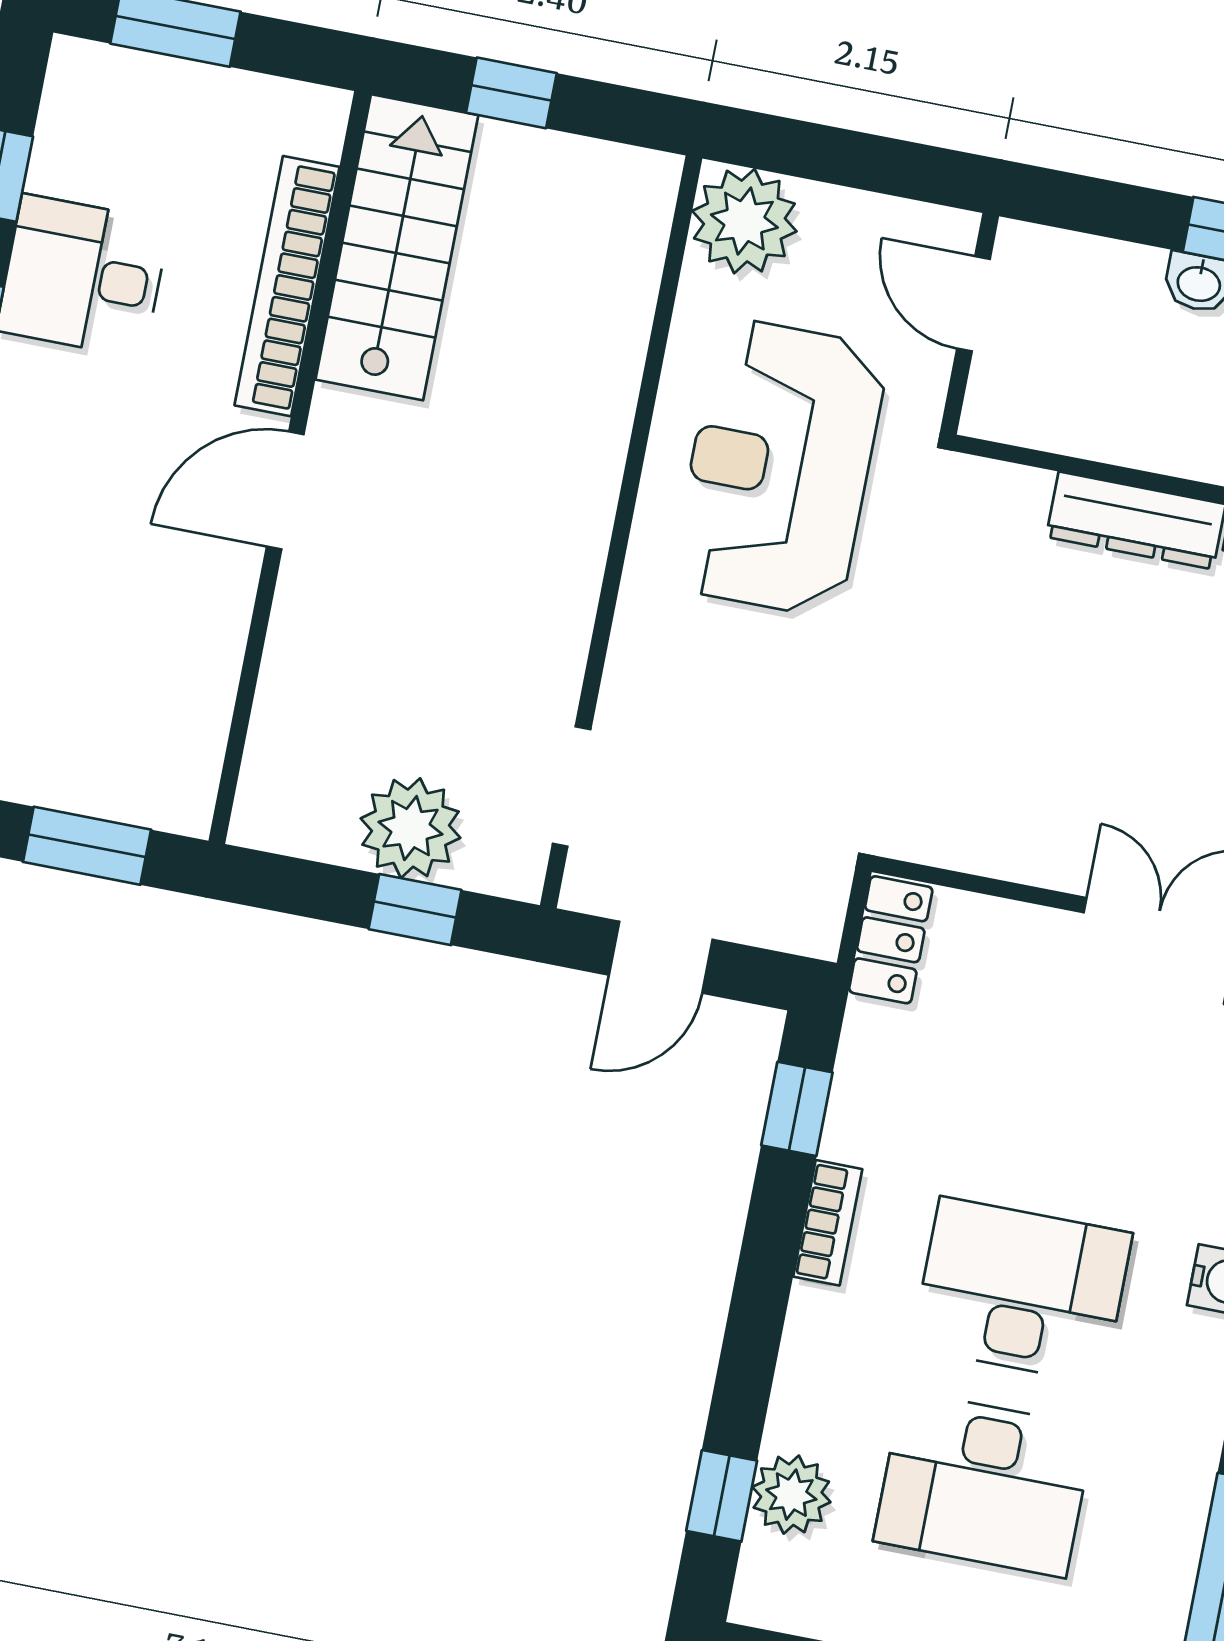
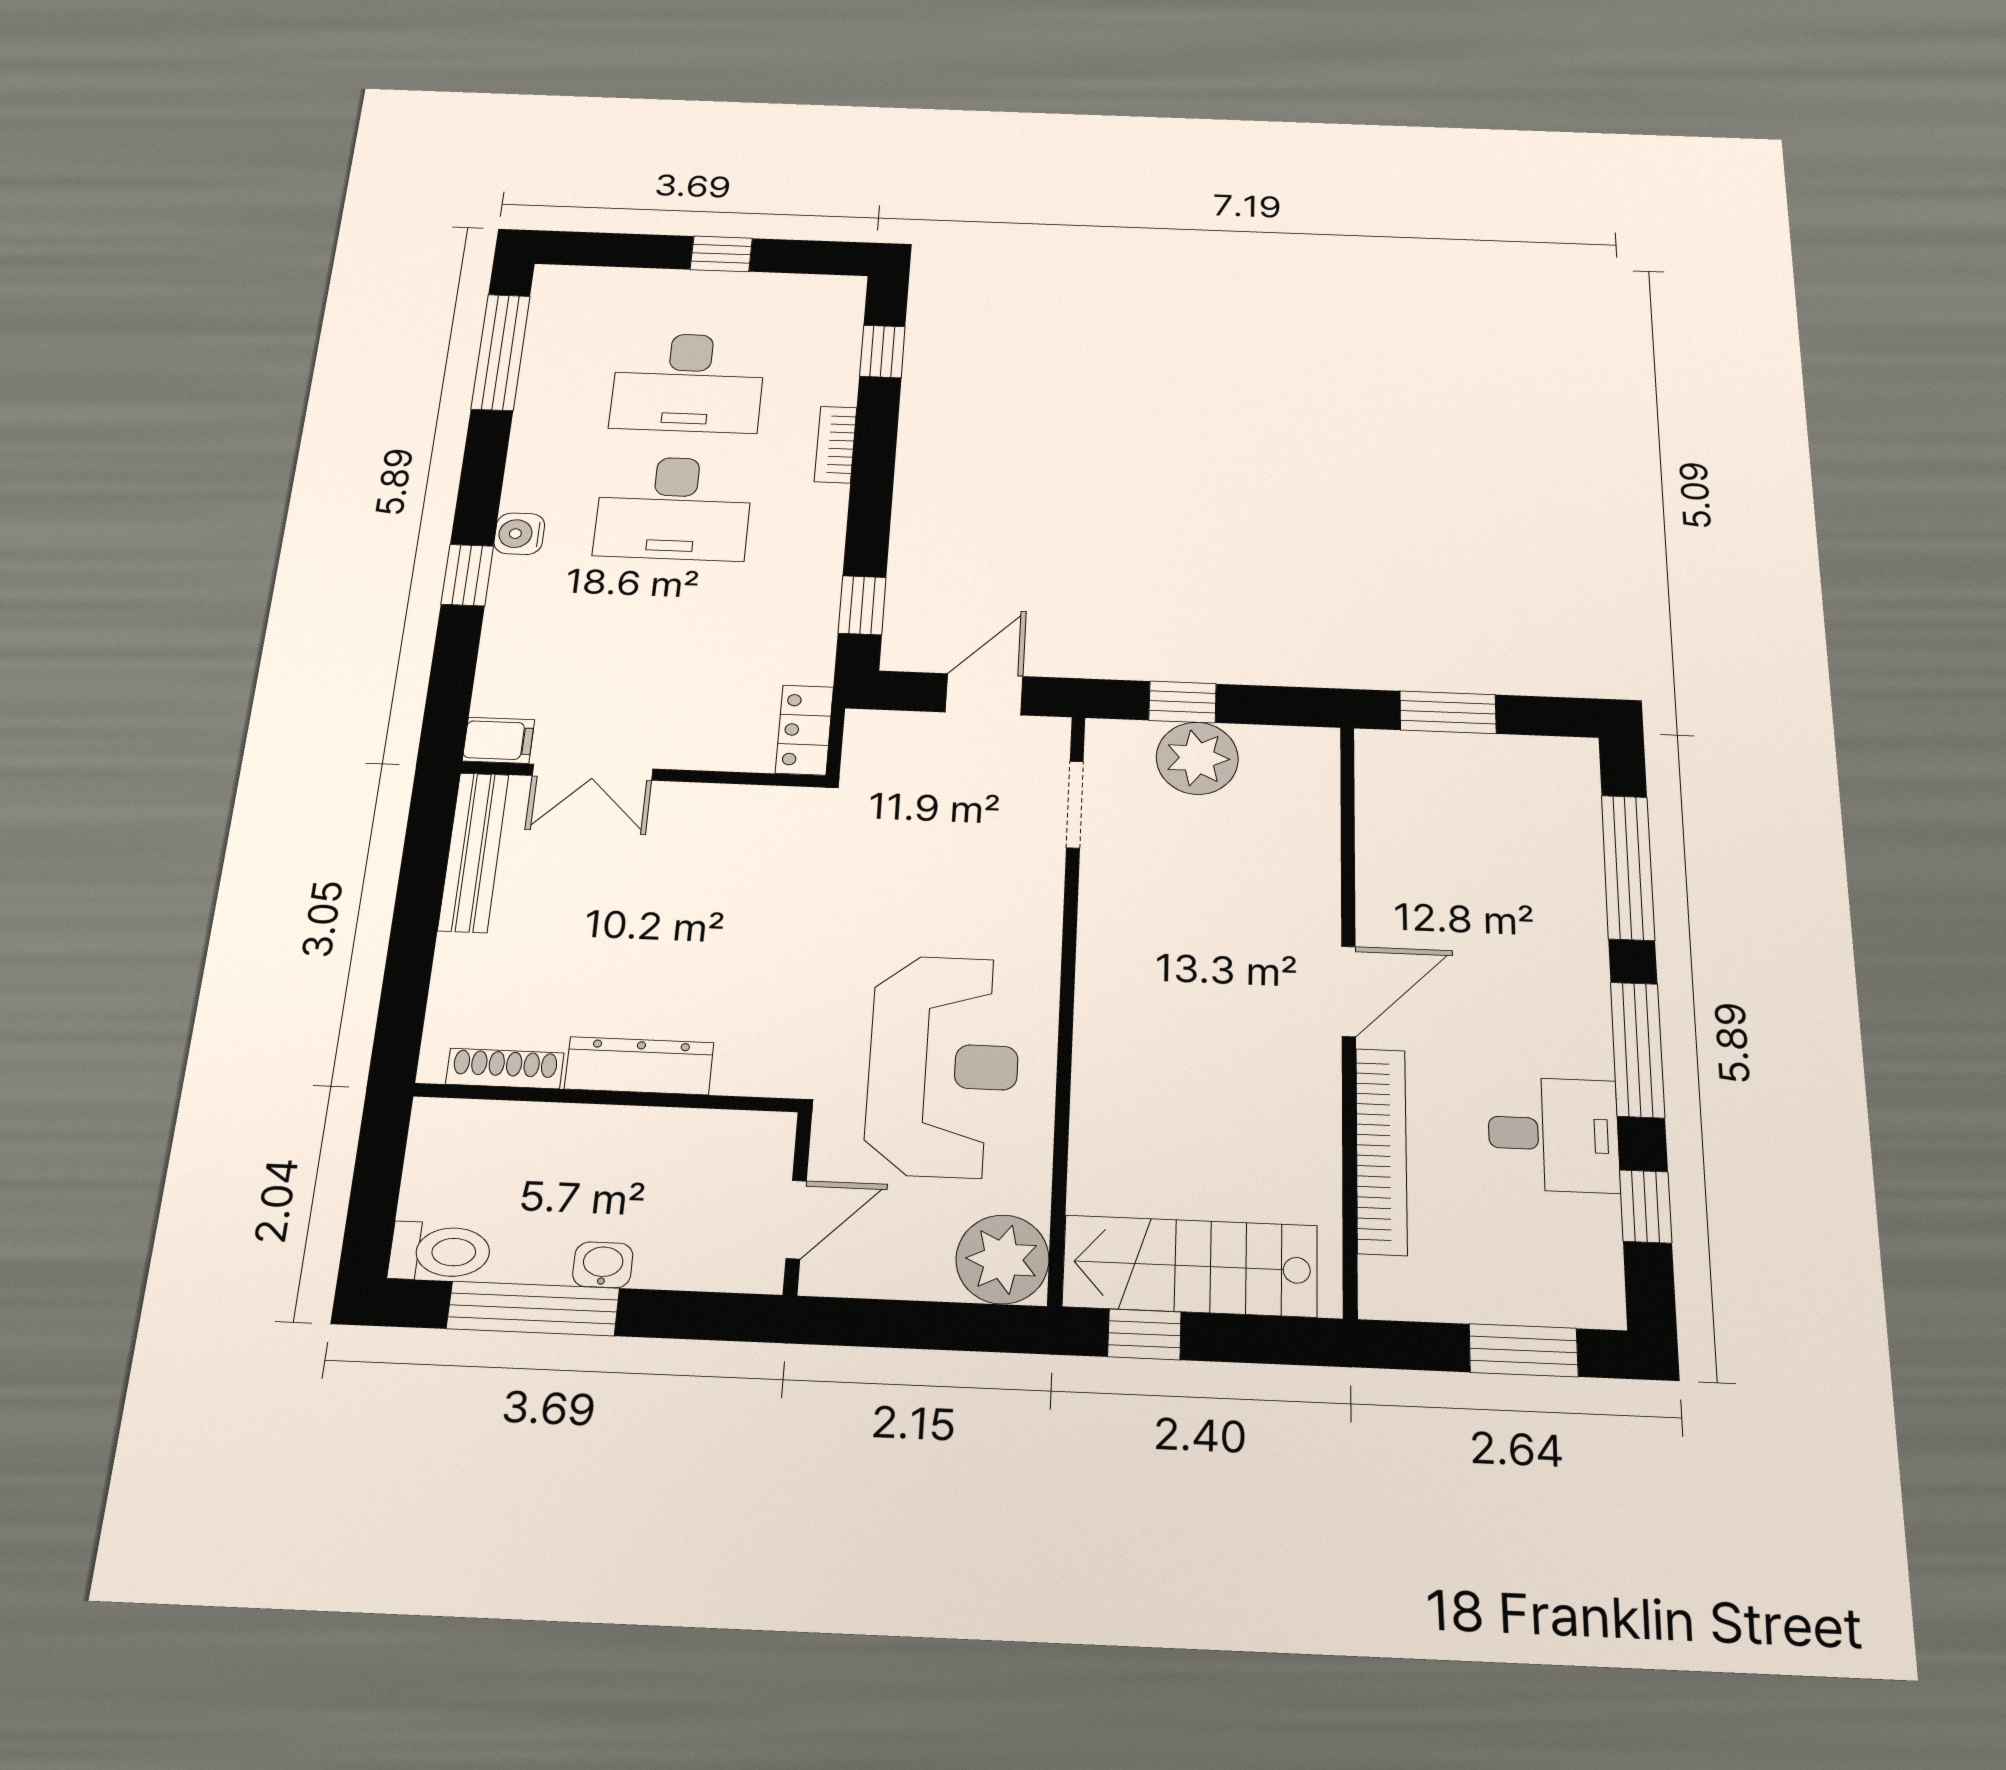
window: (511, 93) -> (1144, 1334), moved
stairs: (397, 247) -> (1190, 1266), moved, turned 90
door: (973, 304) -> (796, 1219), hinge flipped
bookcase: (828, 1223) -> (836, 445), moved
desk: (984, 1484) -> (688, 382), turned 180
plant: (791, 1495) -> (831, 359), removed

